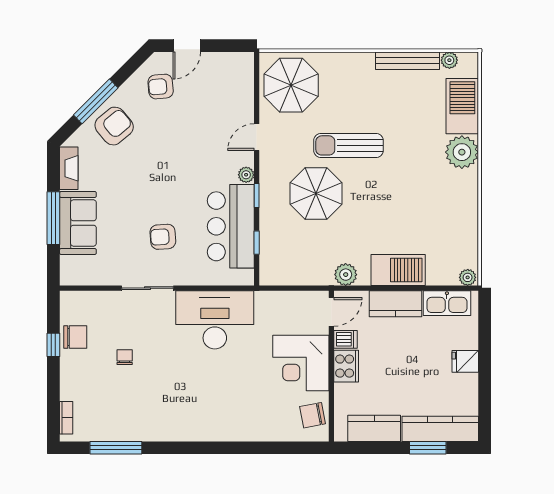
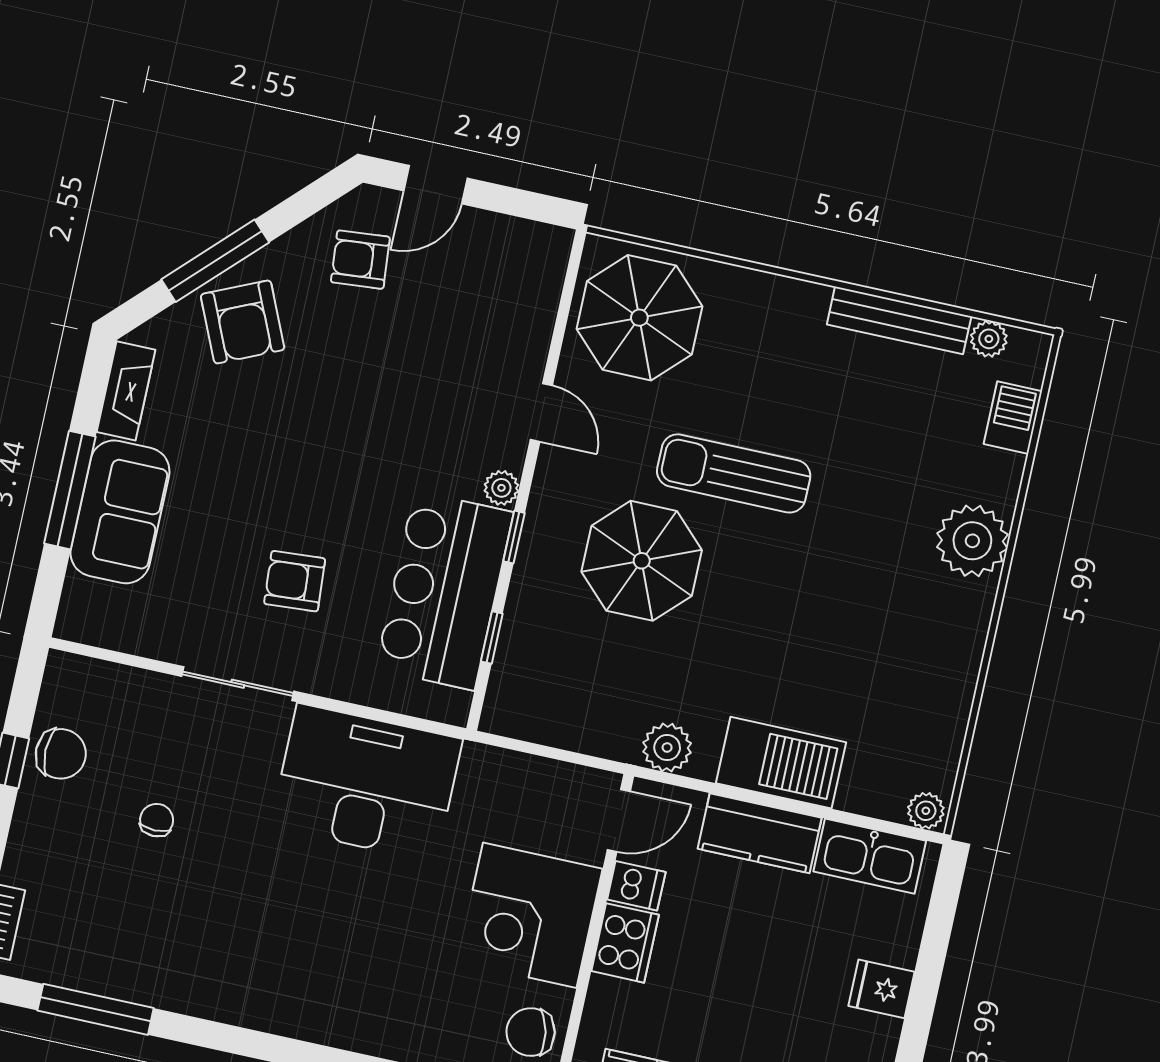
barbecue: (462, 106) -> (1013, 418), width x0.53, depth x0.65
armchair: (114, 126) -> (243, 322), turned 106
door: (257, 137) -> (541, 412), swing flipped

